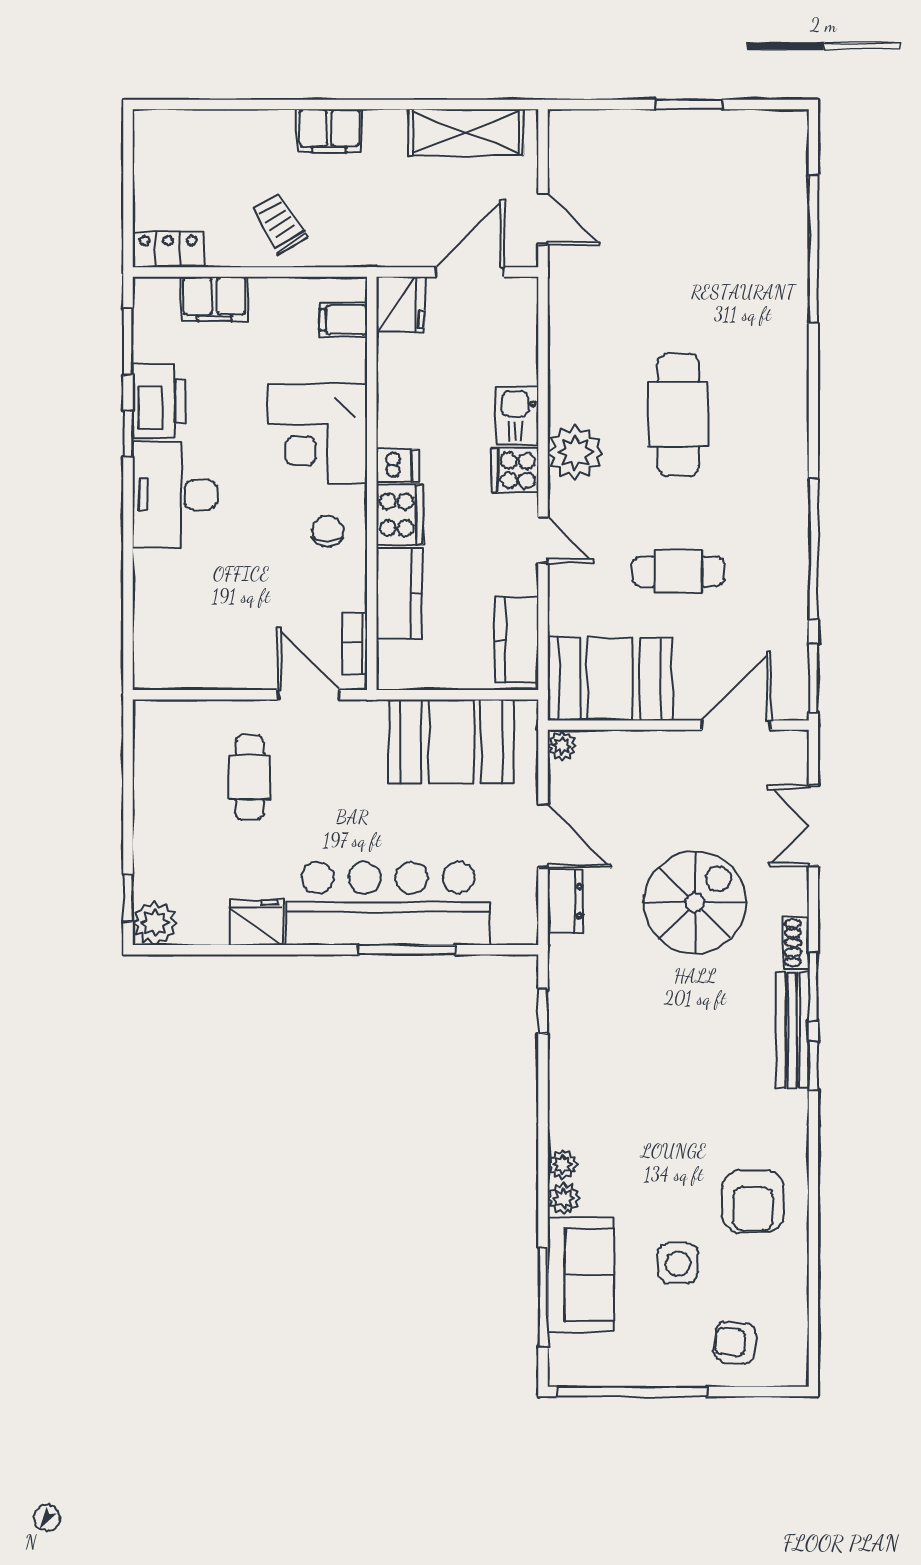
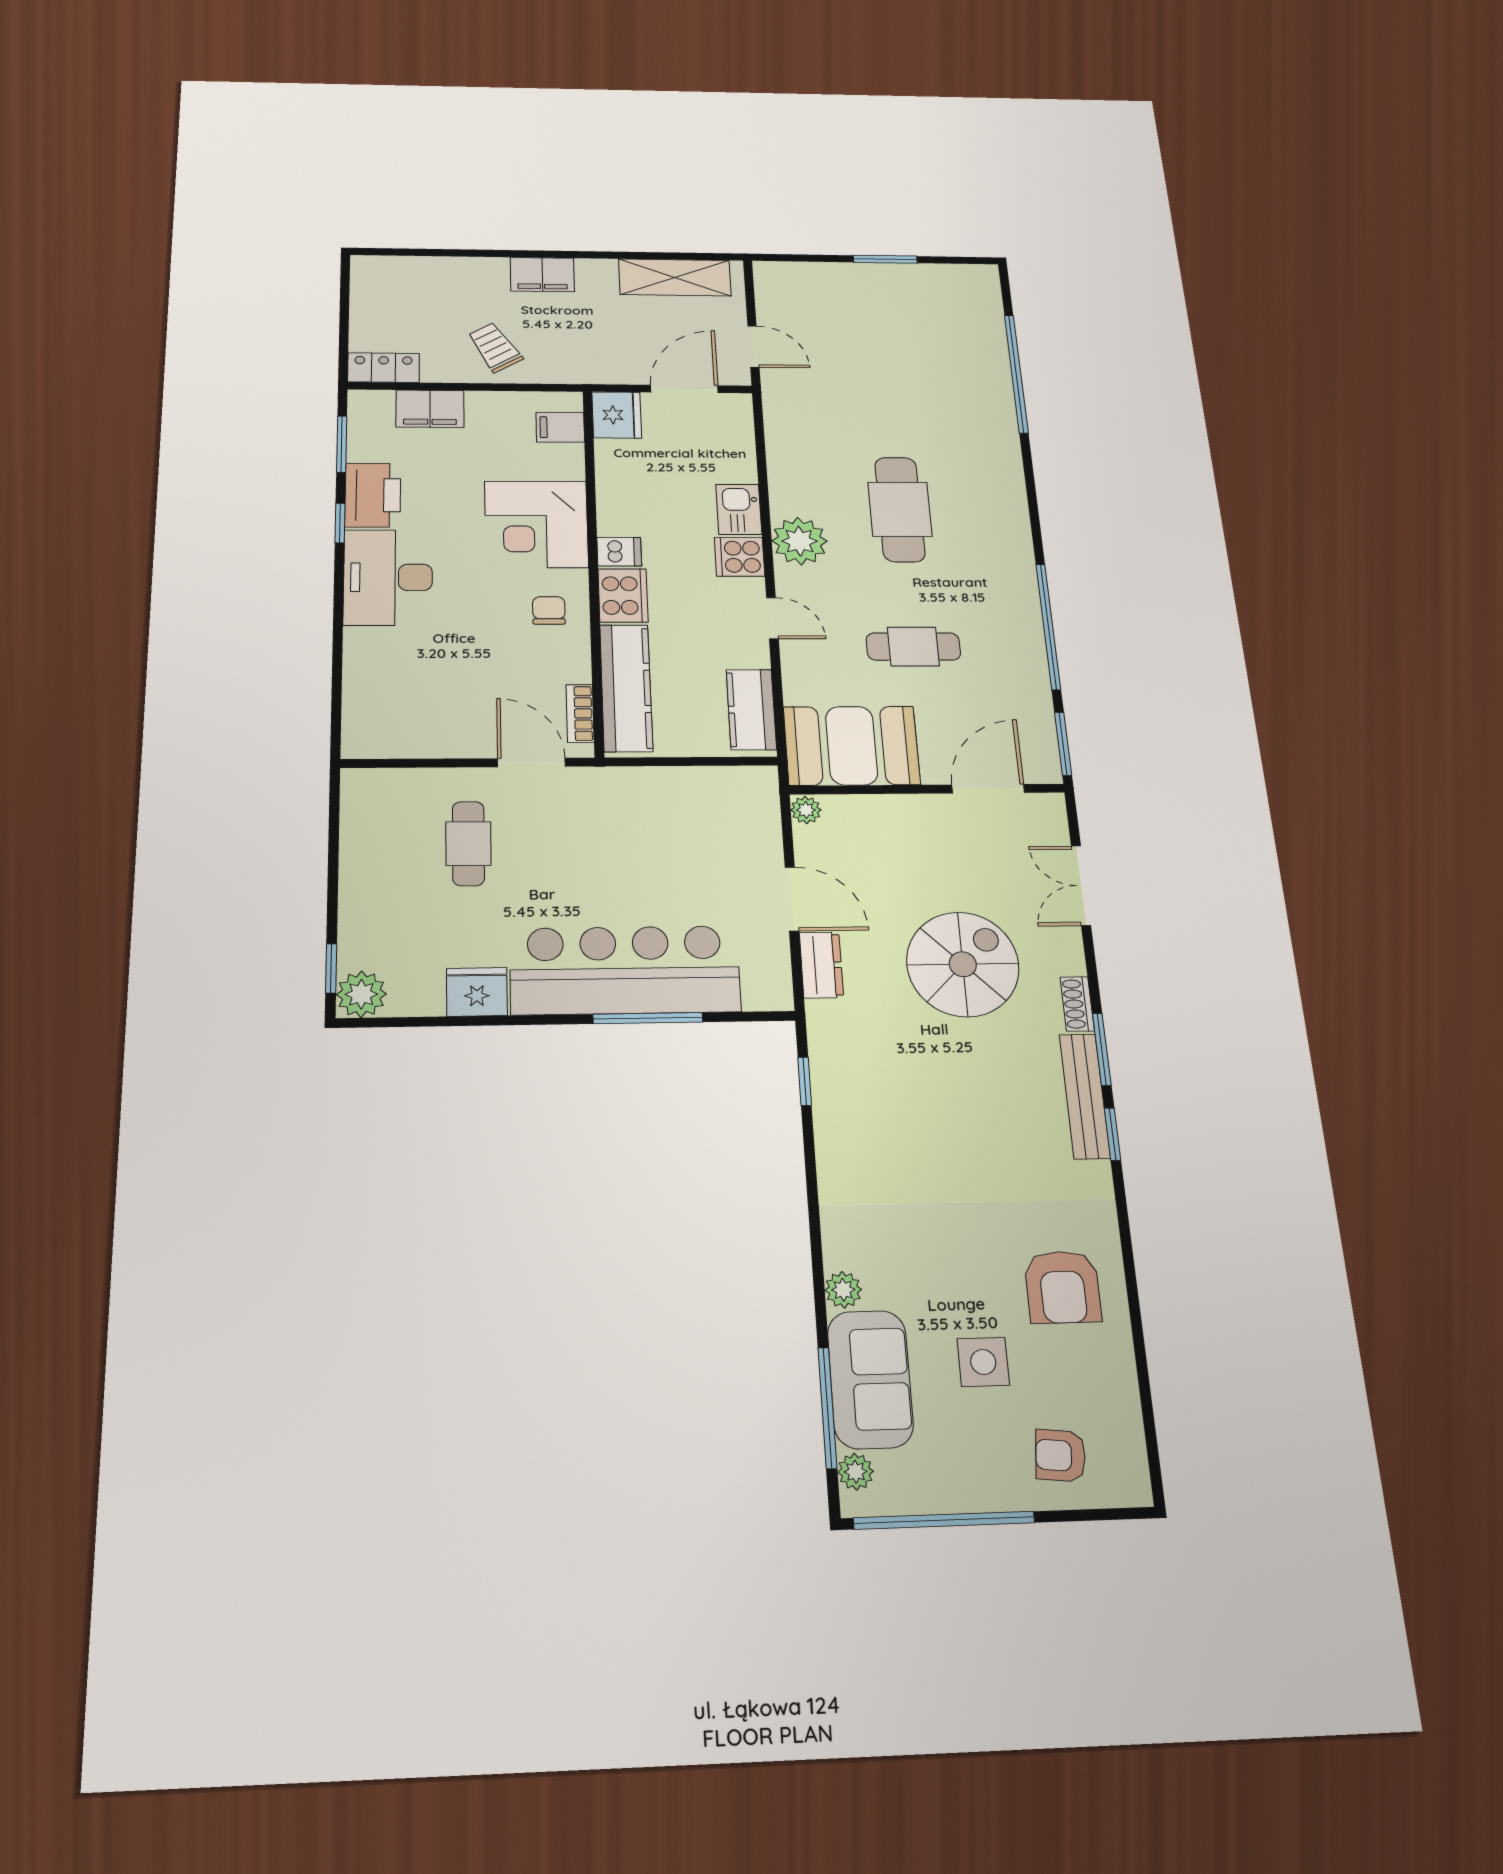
kitchen counter: (399, 593) -> (626, 688), width x1.50
booth: (451, 741) -> (687, 806), removed
plant: (563, 1165) -> (856, 1472), moved

